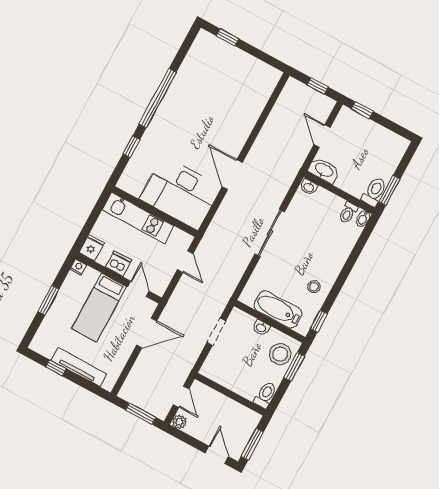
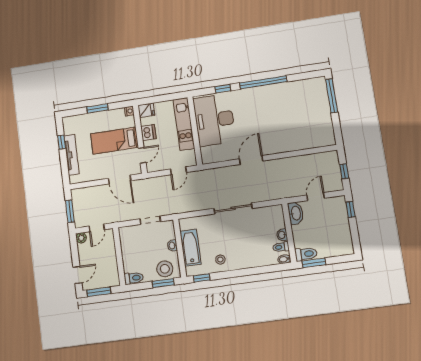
window: (228, 37) -> (332, 96), width x2.17
washbasin: (309, 187) -> (282, 235), moved
desk: (180, 193) -> (214, 120), moved

